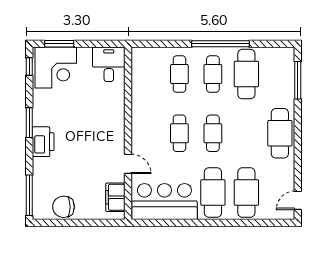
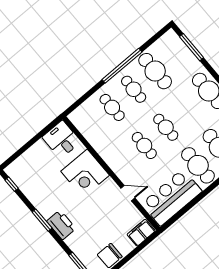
window: (59, 44) -> (19, 153), removed
corner desk: (56, 67) -> (85, 173), moved, turned 90
filing cabinet: (115, 197) -> (141, 233), moved, turned 90

